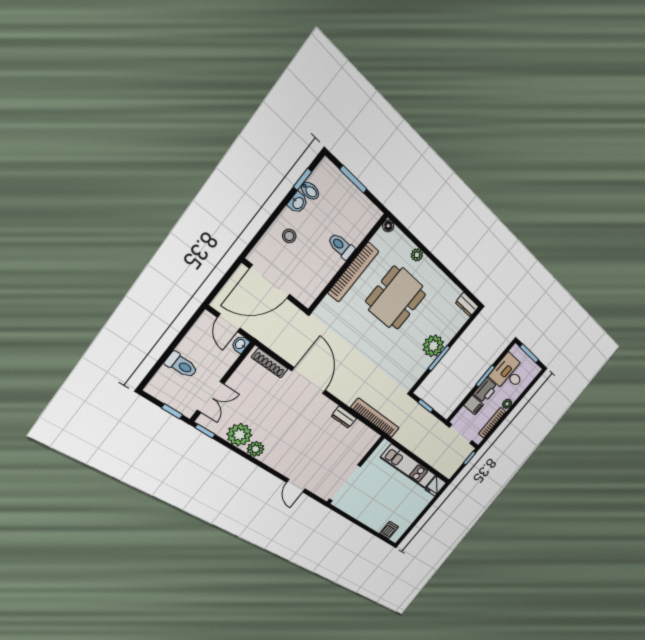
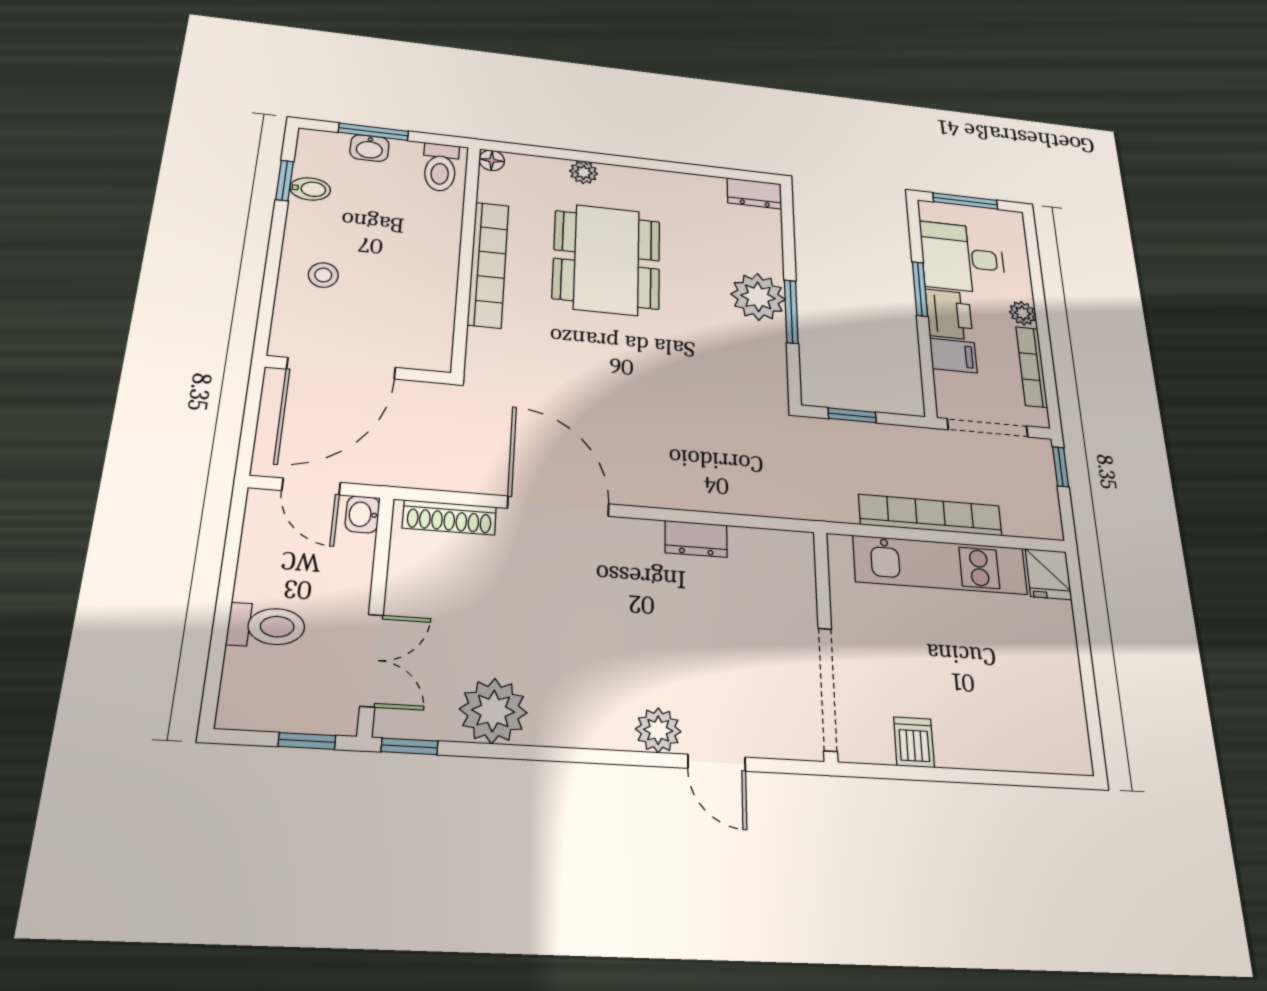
washbasin: (298, 203) -> (369, 148), moved, turned 90
toilet: (341, 246) -> (440, 167), moved, turned -90
bookcase: (375, 418) -> (930, 515), moved
plant: (256, 449) -> (658, 730), moved
dishwasher: (389, 530) -> (914, 742), moved

